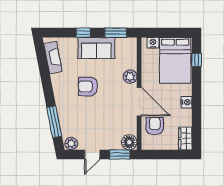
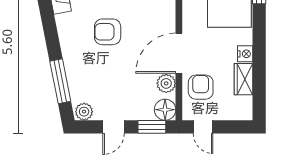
plant: (130, 77) -> (166, 83), moved
door: (139, 102) -> (179, 53), swing flipped
wardrobe: (185, 138) -> (243, 79), moved
door: (156, 154) -> (203, 127), added

